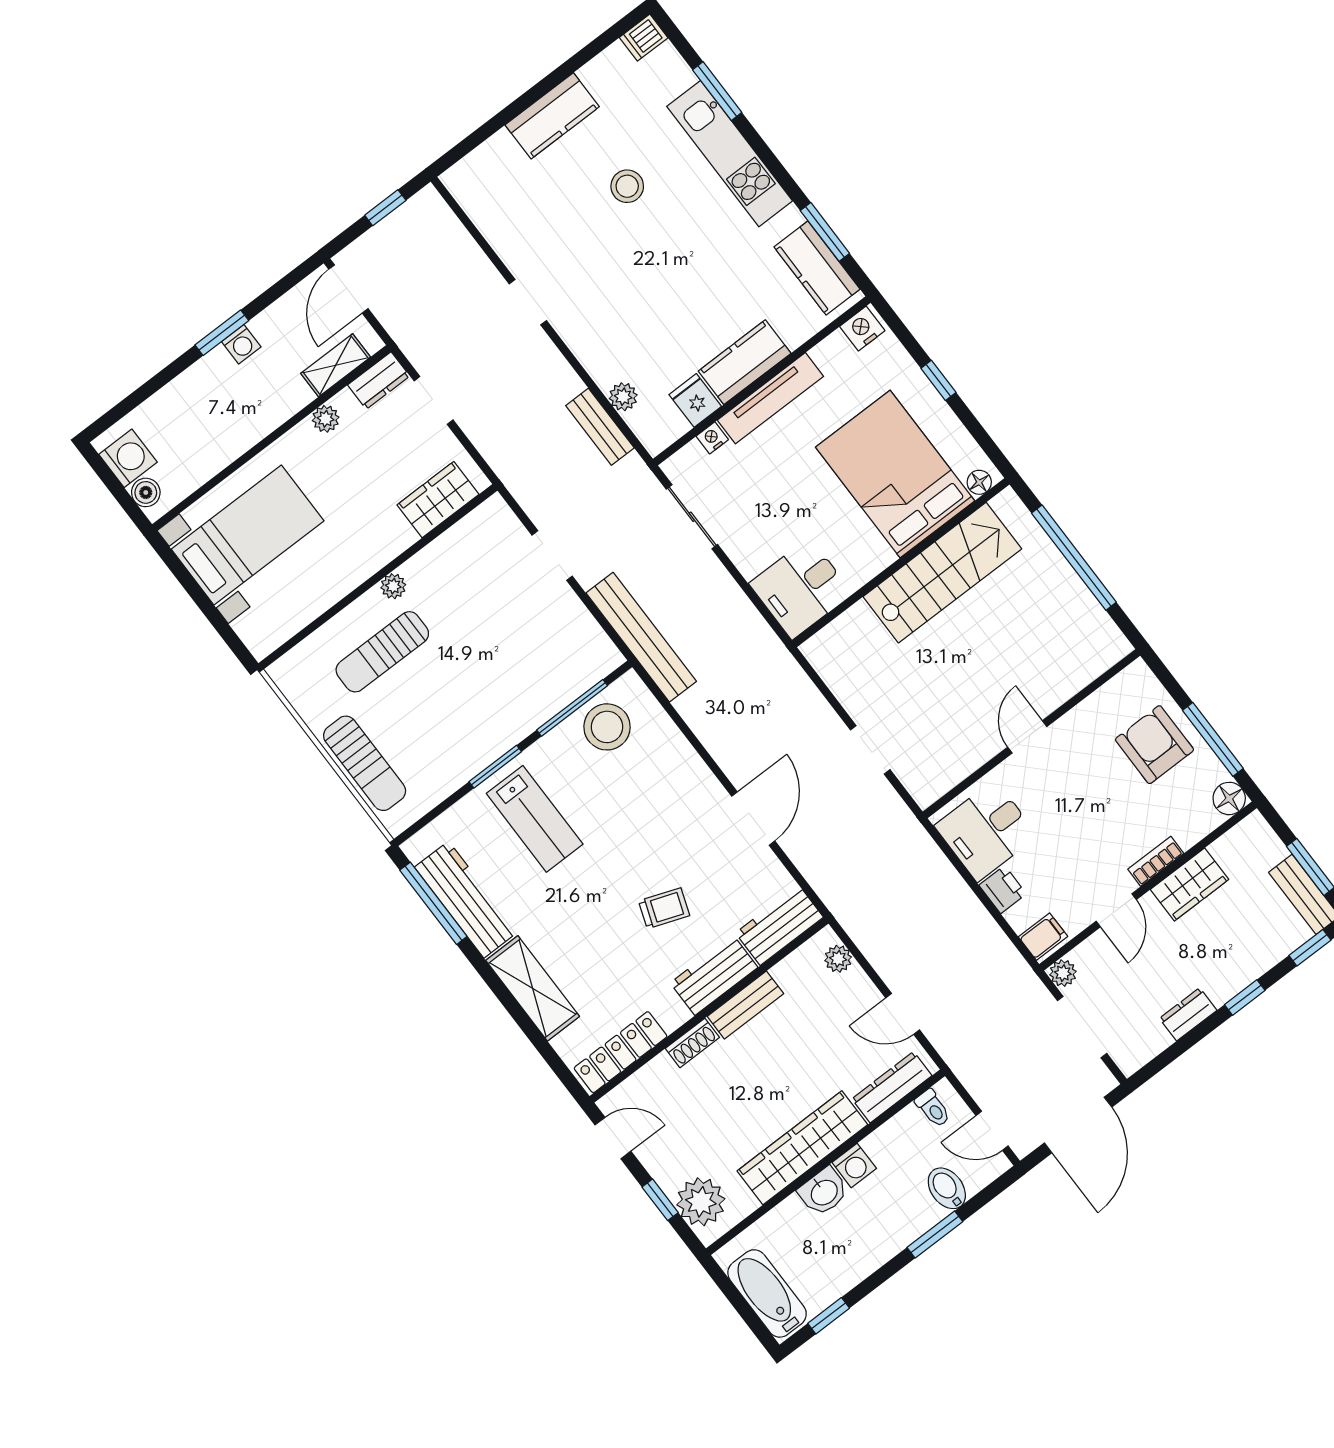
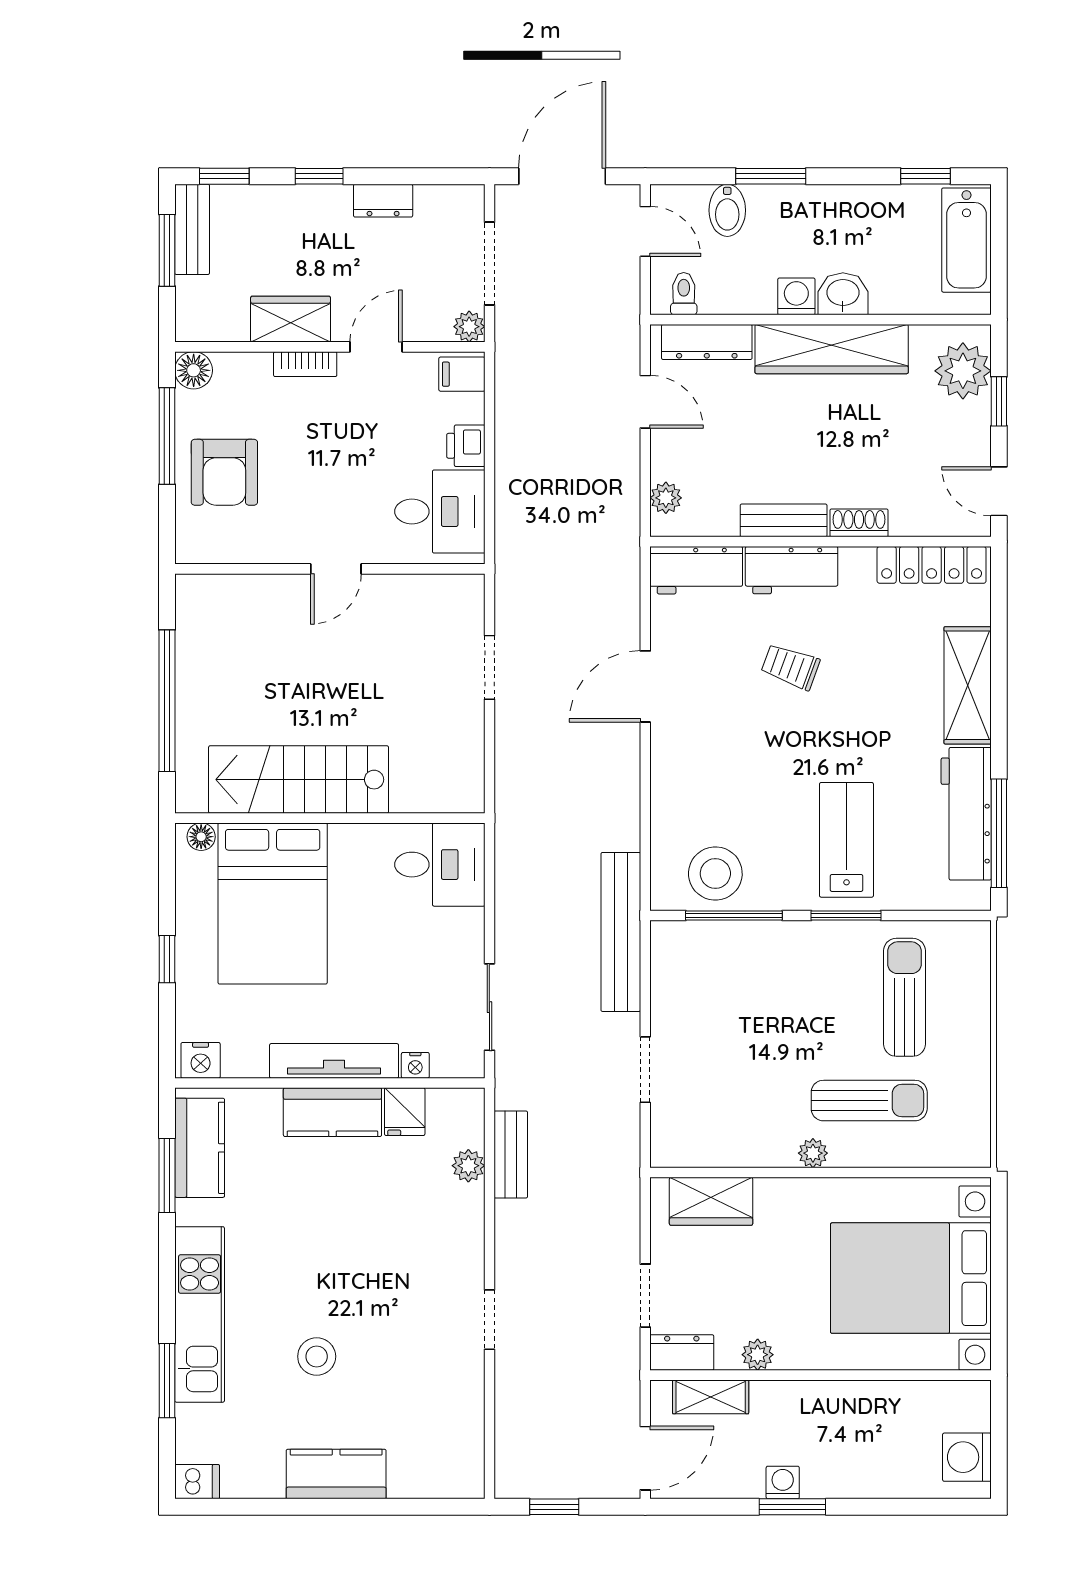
boiler: (146, 492) -> (975, 1413), removed
bed with nightstands: (248, 535) -> (911, 1278), width x1.36
sun lounger: (365, 763) -> (904, 997), moved

